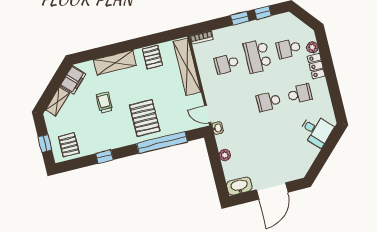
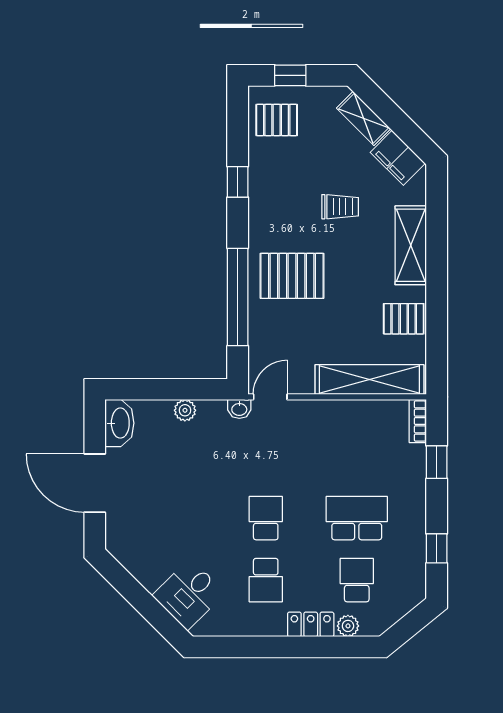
window: (240, 18) -> (437, 462), moved
school desk: (227, 64) -> (357, 456), removed

